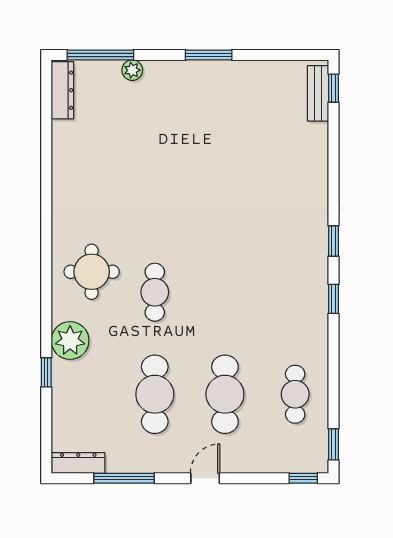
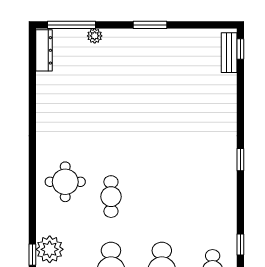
window: (333, 299) -> (240, 244), moved
plant: (70, 341) -> (50, 249), moved

